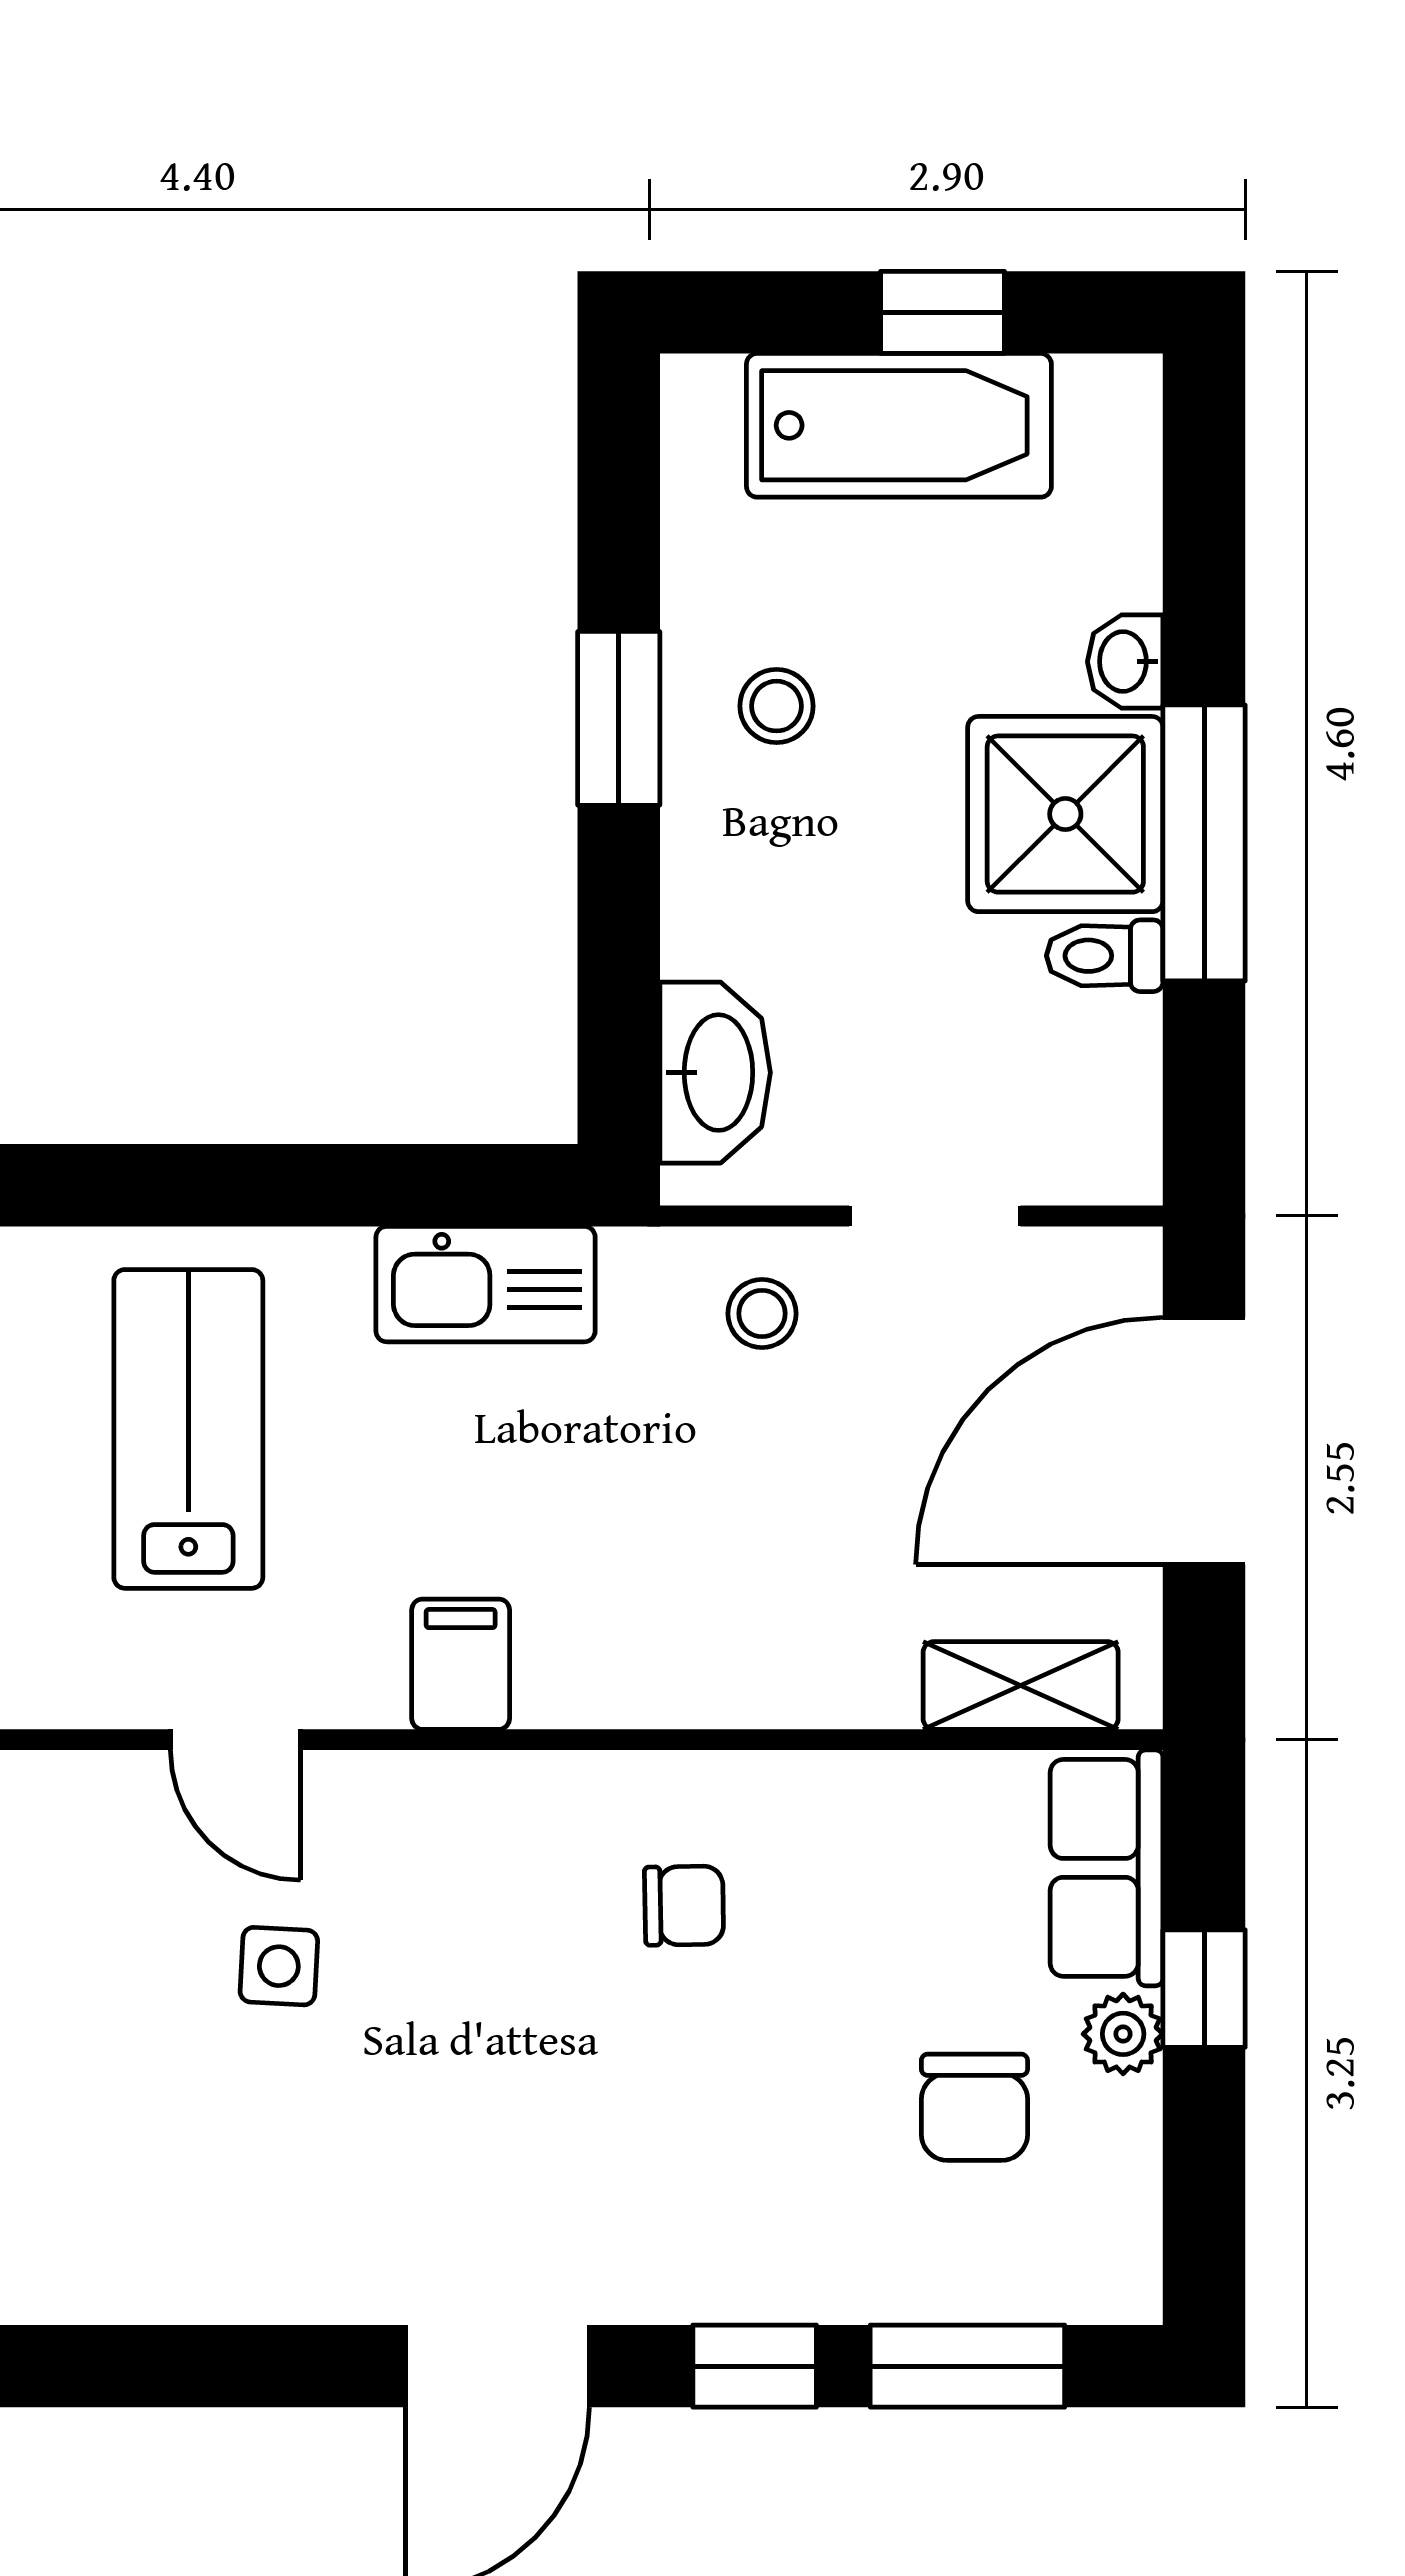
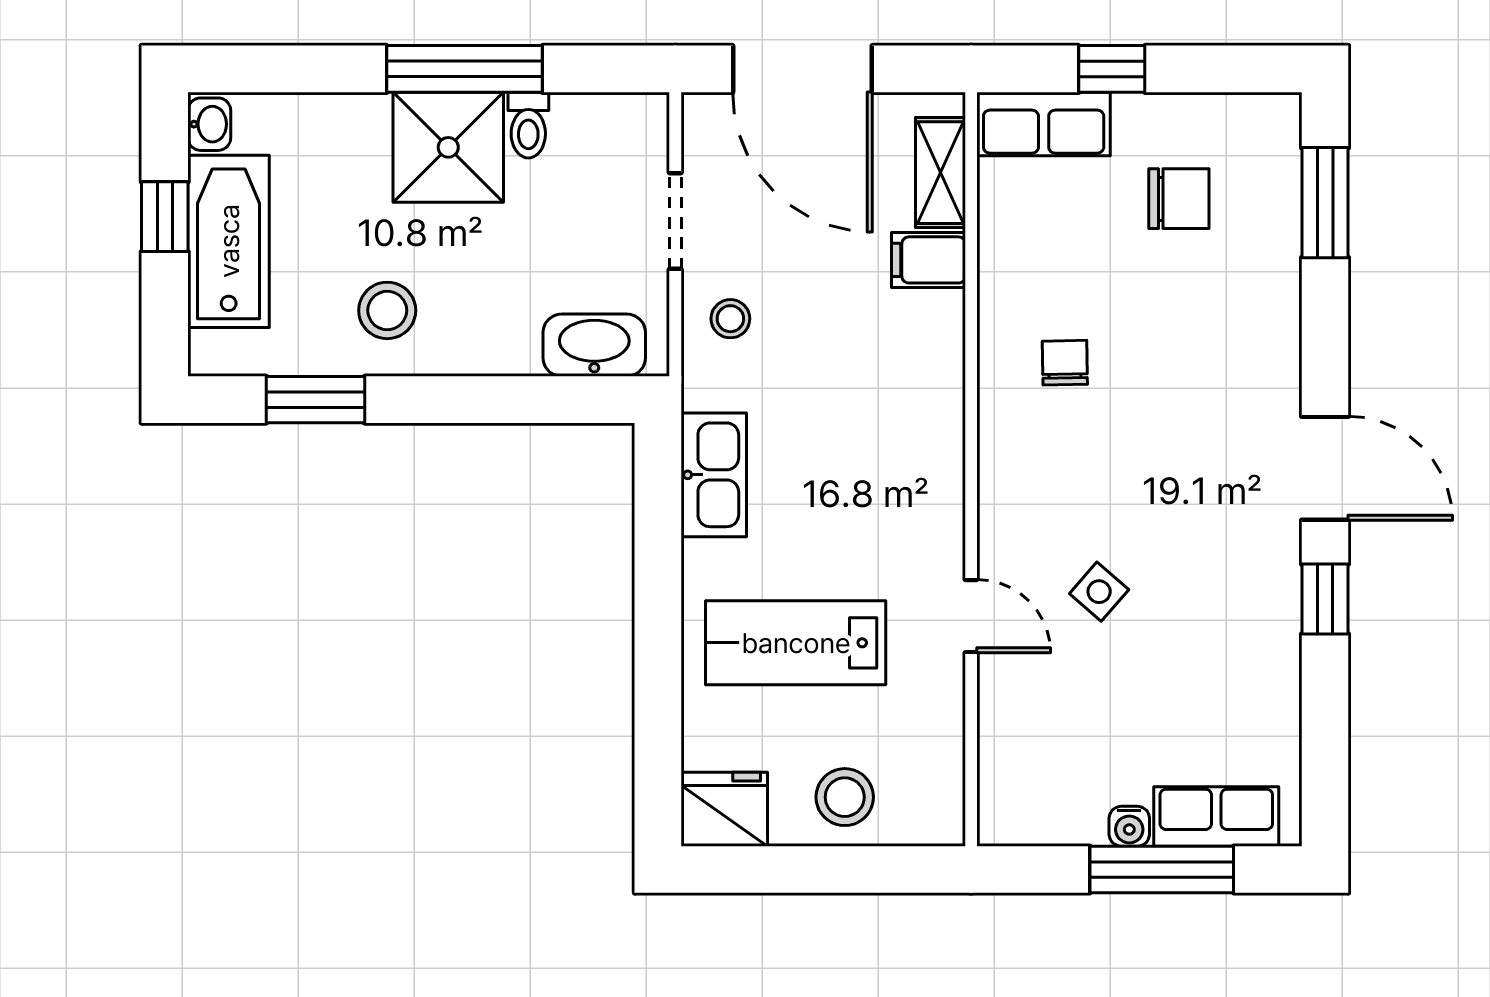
washbasin: (1125, 662) -> (209, 124), moved, turned -90
stool: (777, 706) -> (387, 310), width x1.37, depth x1.37
window: (619, 718) -> (315, 400), moved
filing cabinet: (461, 1664) -> (929, 260), moved
door: (236, 1740) -> (971, 616), hinge flipped
side table: (279, 1966) -> (1099, 592), turned 38
plant: (1123, 2034) -> (1137, 115), removed
window: (755, 2366) -> (1325, 599), moved

